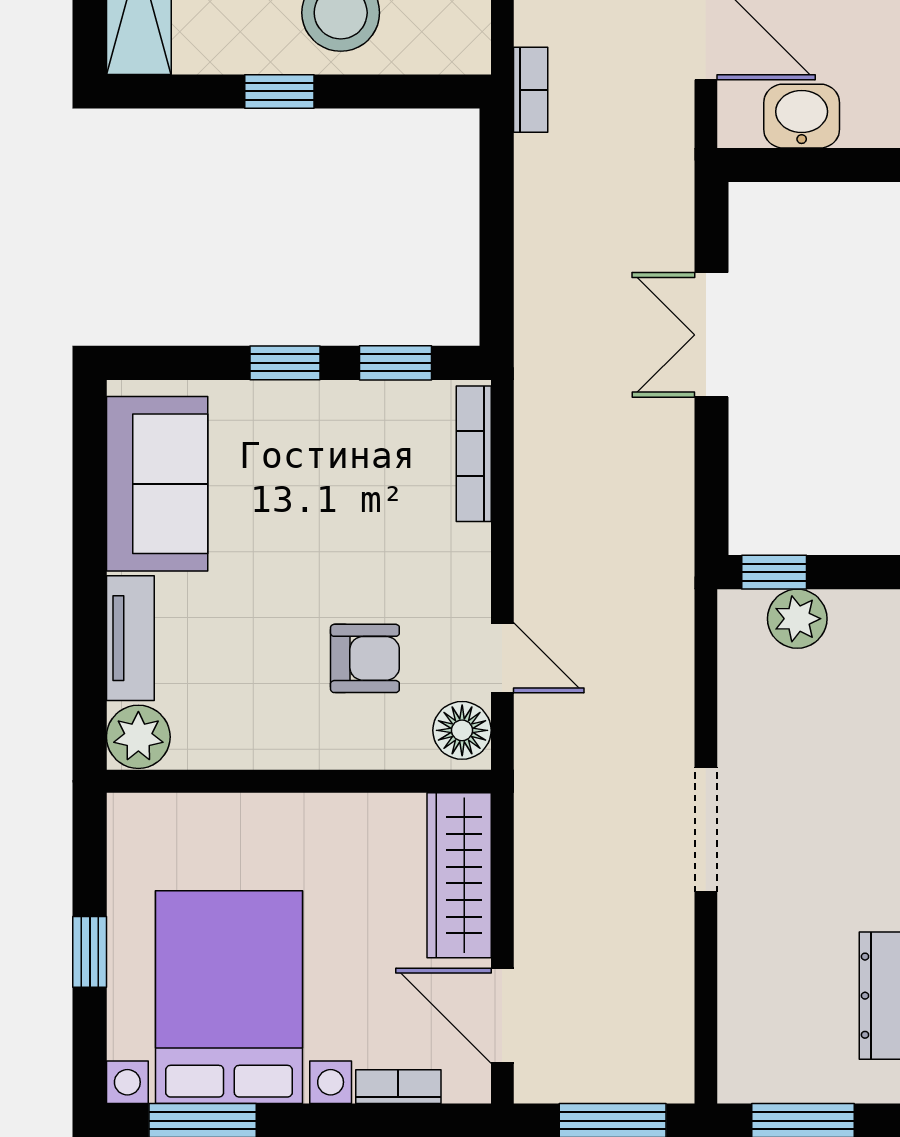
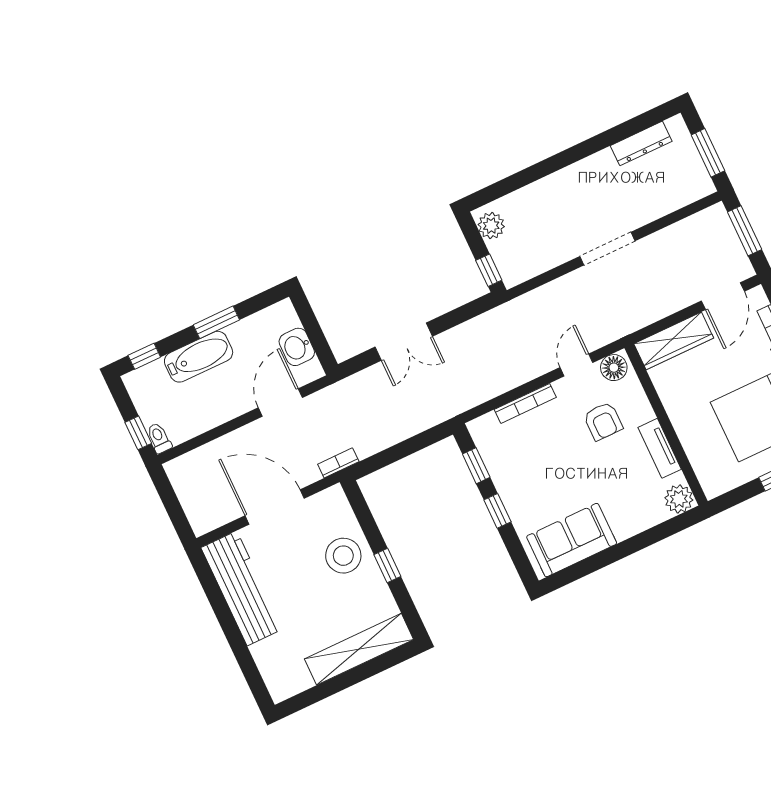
bookcase: (474, 454) -> (525, 403), moved
plant: (797, 619) -> (491, 226), moved
tv unit: (130, 638) -> (660, 448), moved, turned -90
armchair: (365, 658) -> (603, 421), turned 180

